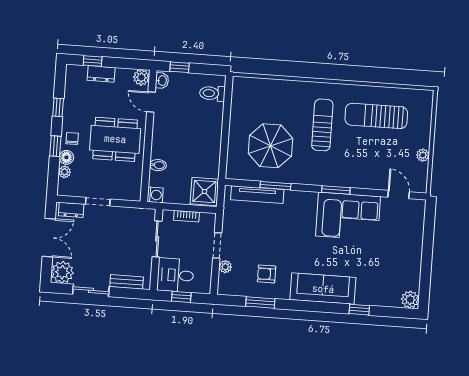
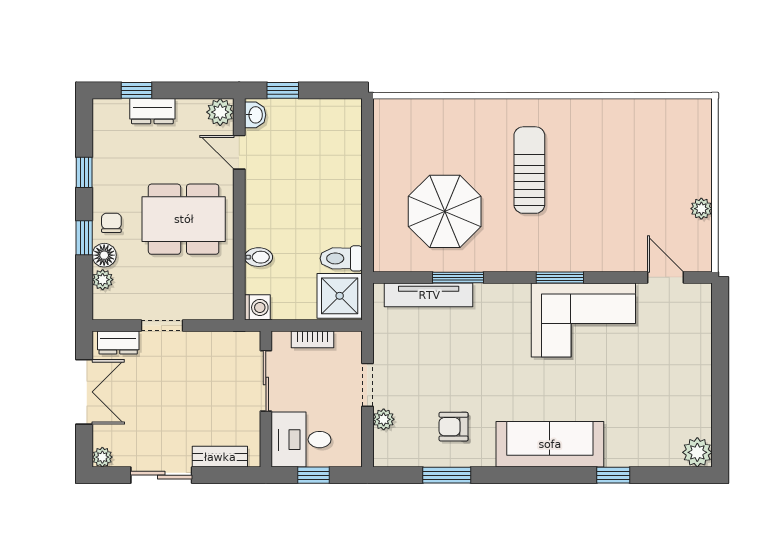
toilet: (212, 93) -> (341, 258), moved
sun lounger: (376, 116) -> (619, 148), removed
plant: (62, 272) -> (102, 457), width x0.53, depth x0.53

